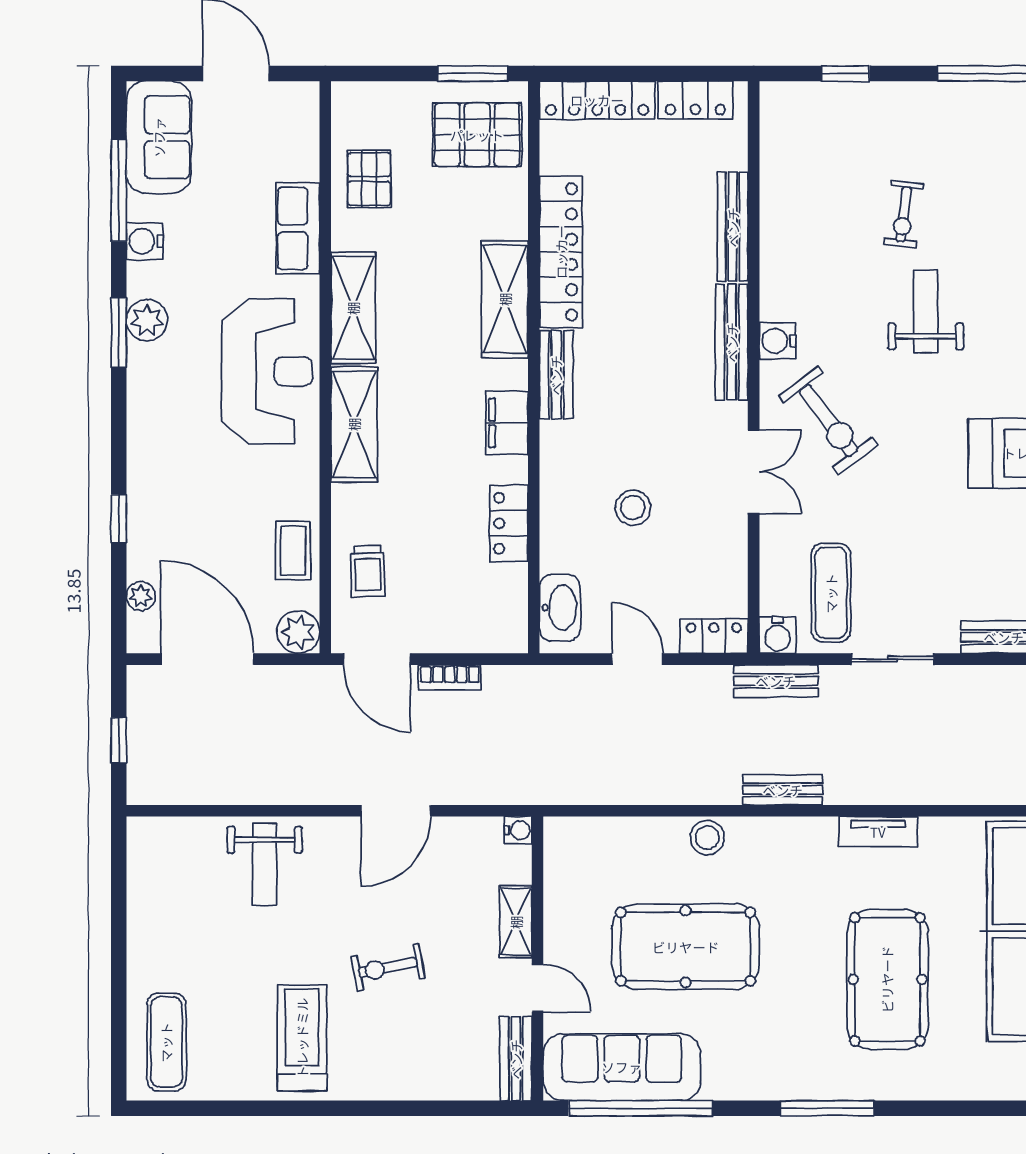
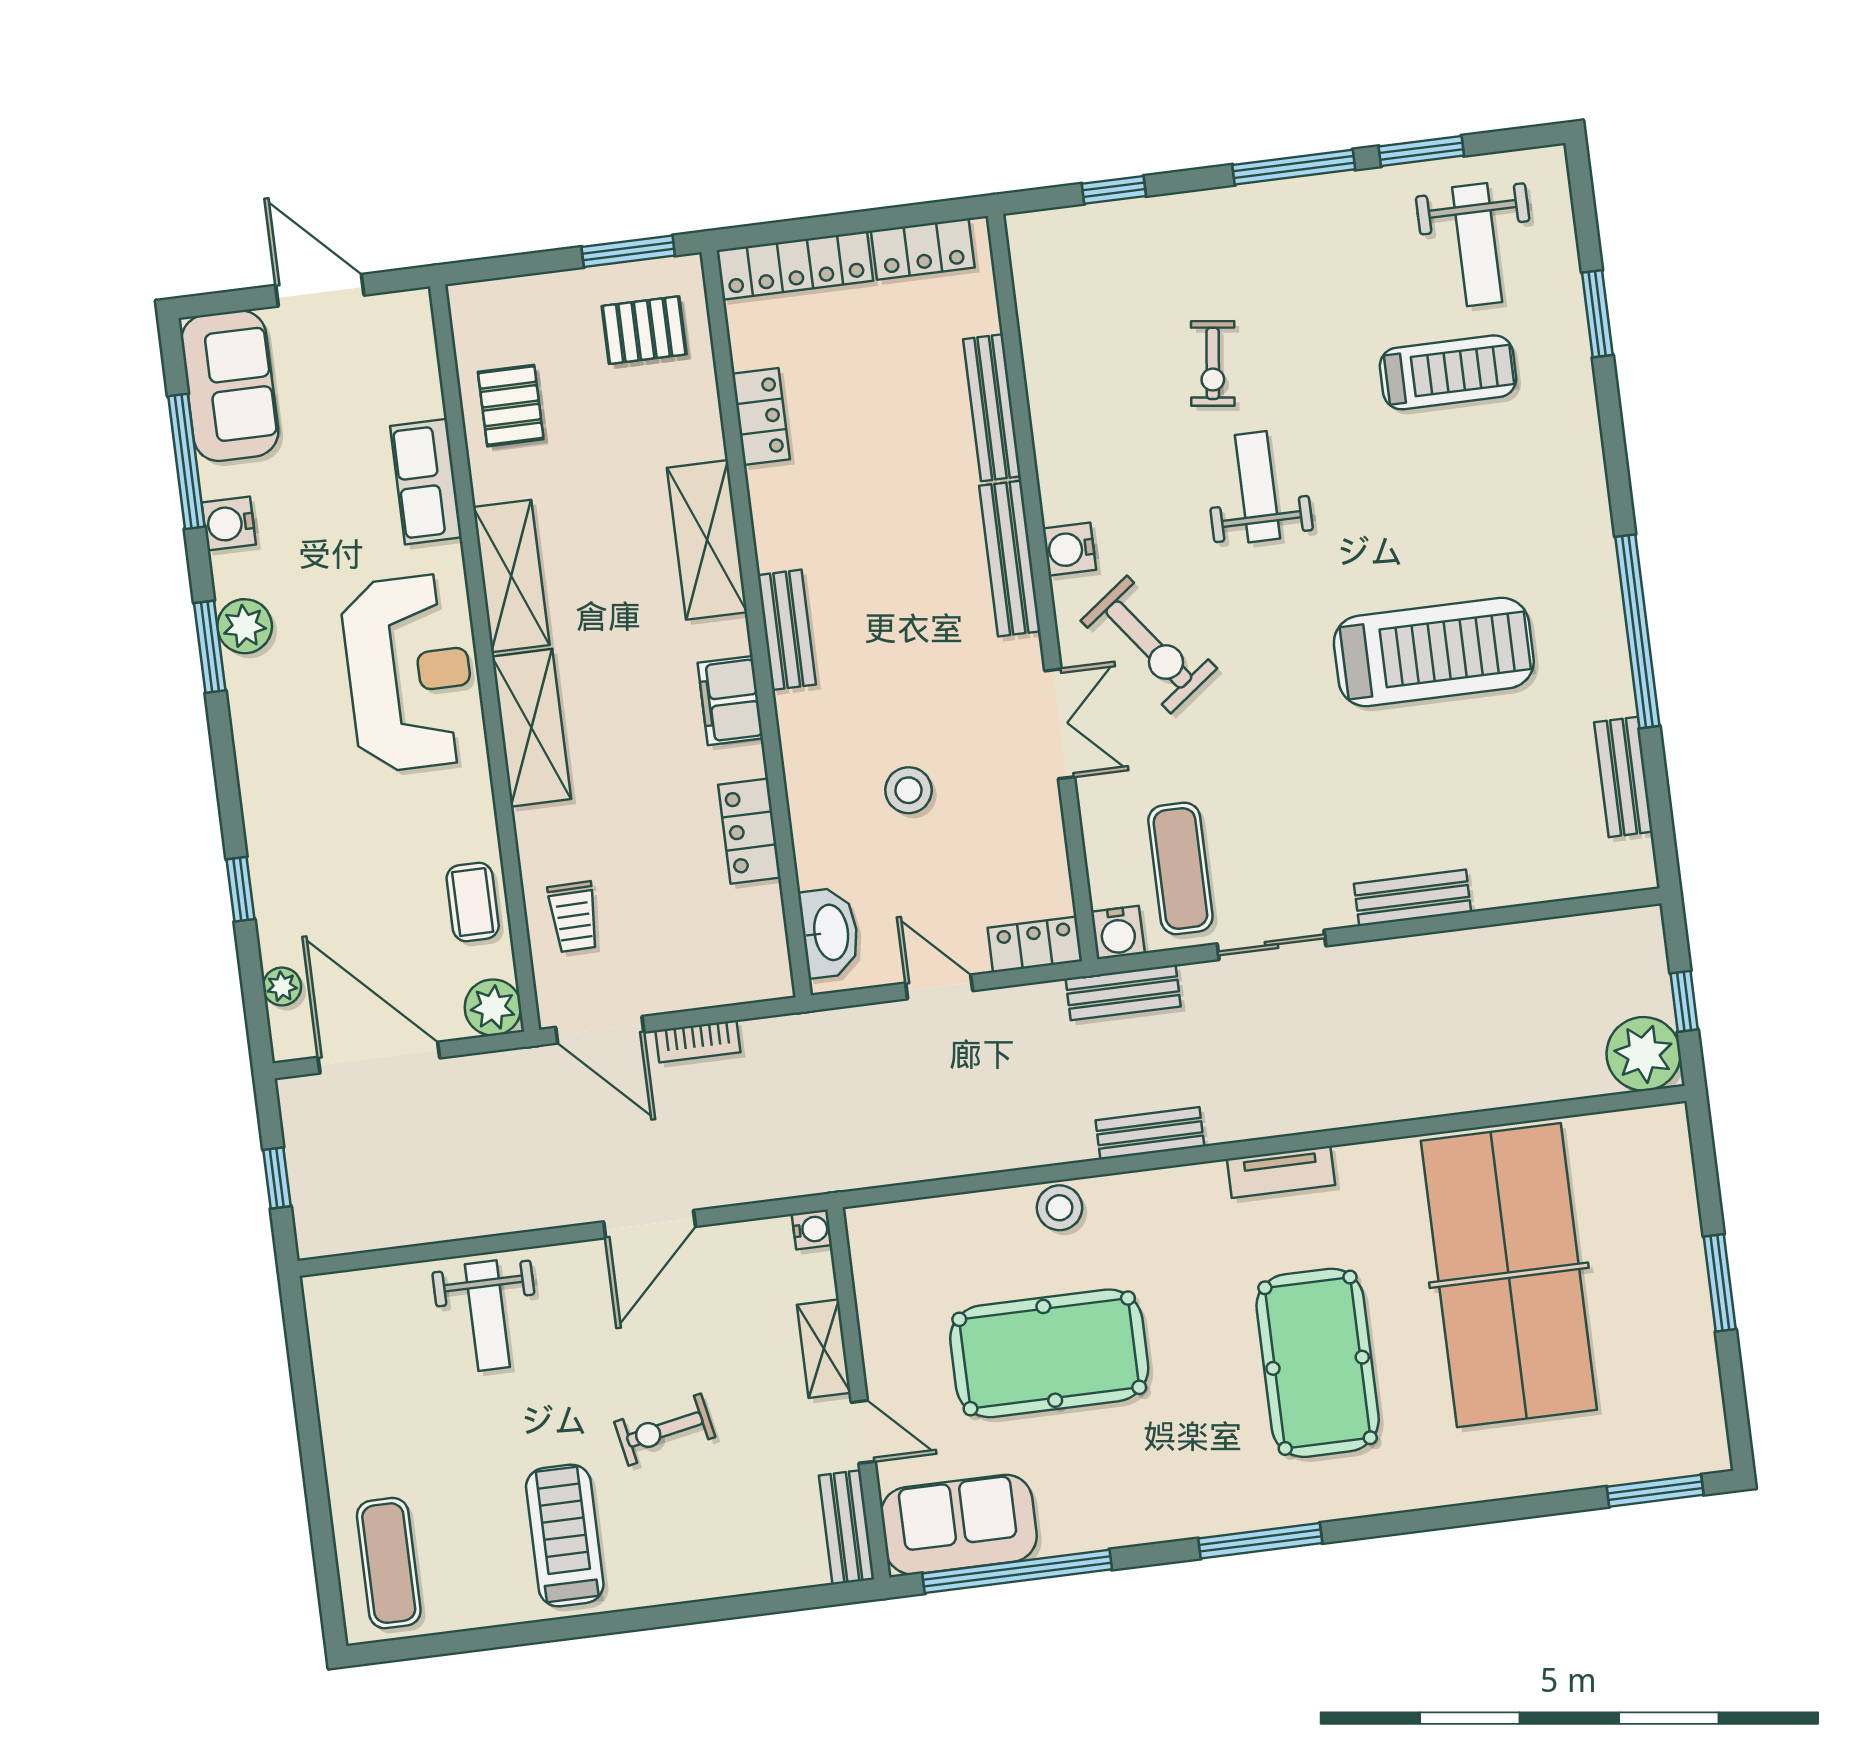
pallet: (477, 135) -> (644, 330), width x0.67, depth x0.71
locker: (561, 252) -> (761, 416), width x0.46, depth x0.83
sofa: (622, 1067) -> (959, 1525), width x0.73

